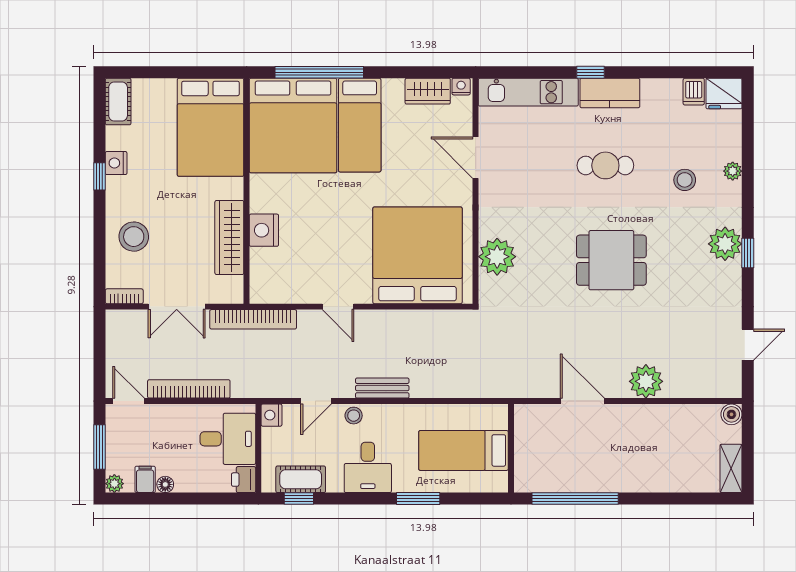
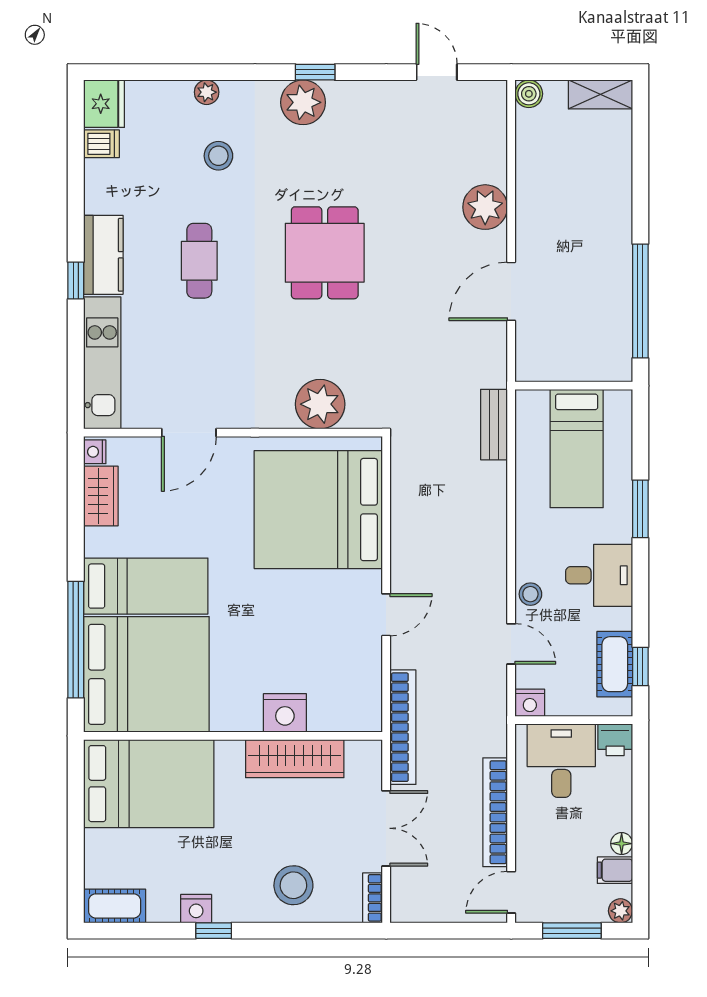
bench: (382, 388) -> (494, 425), moved

